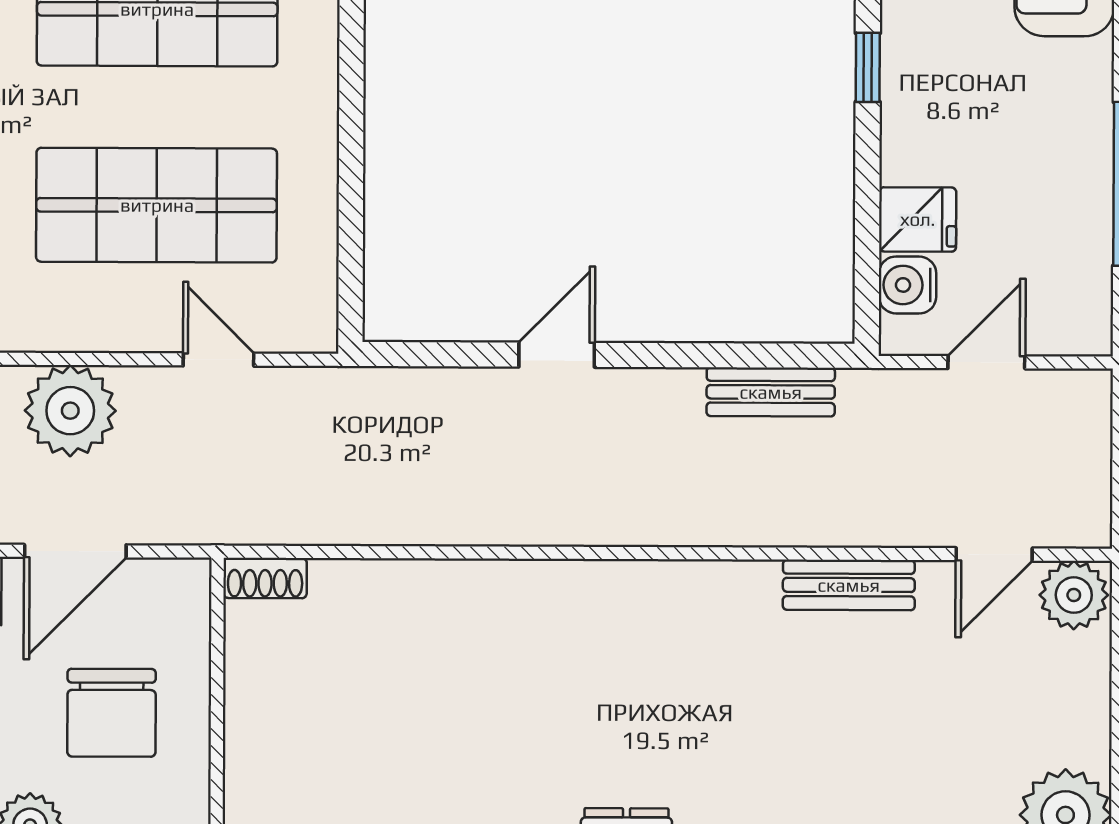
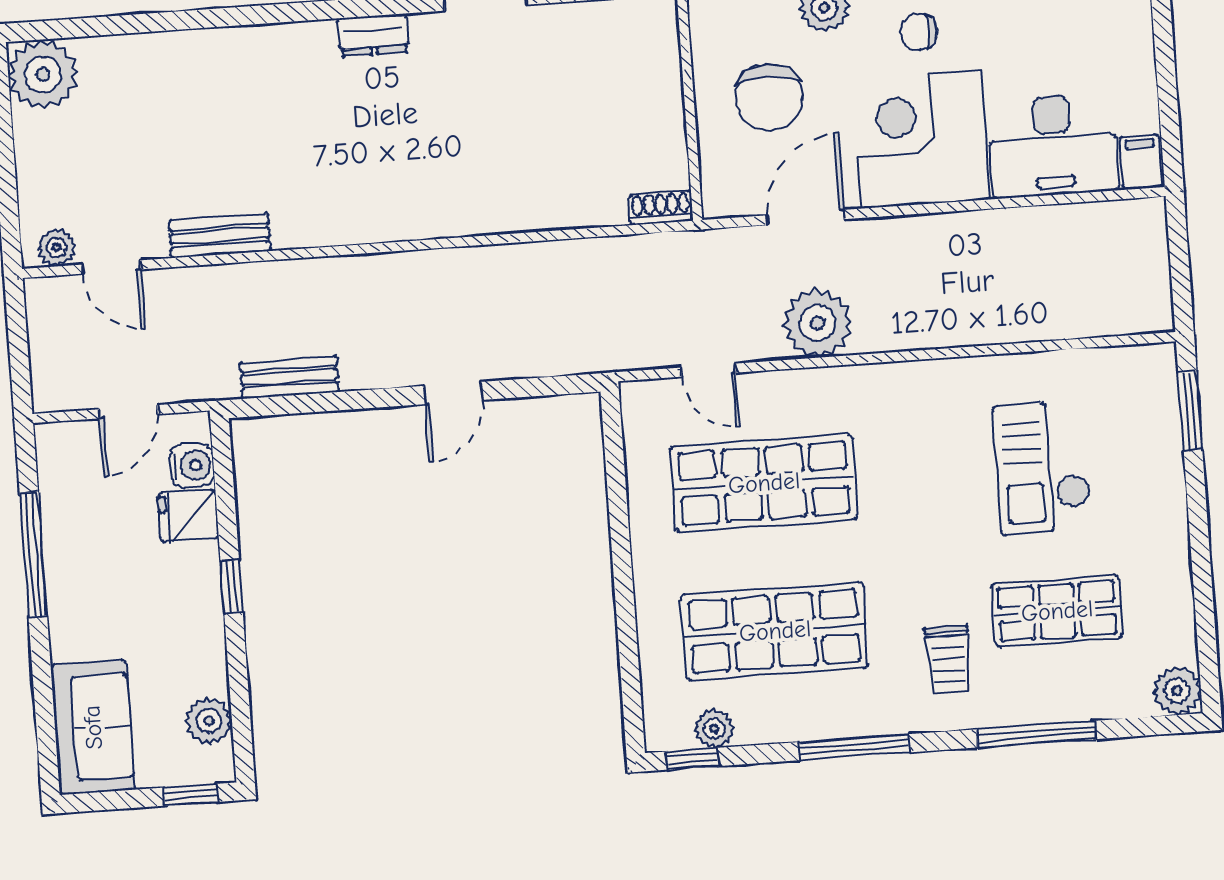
window: (868, 67) -> (232, 587), moved
door: (994, 554) -> (111, 267), swing flipped
plant: (1074, 595) -> (57, 247), width x0.73, depth x0.73
chair: (111, 713) -> (769, 97), turned 180

